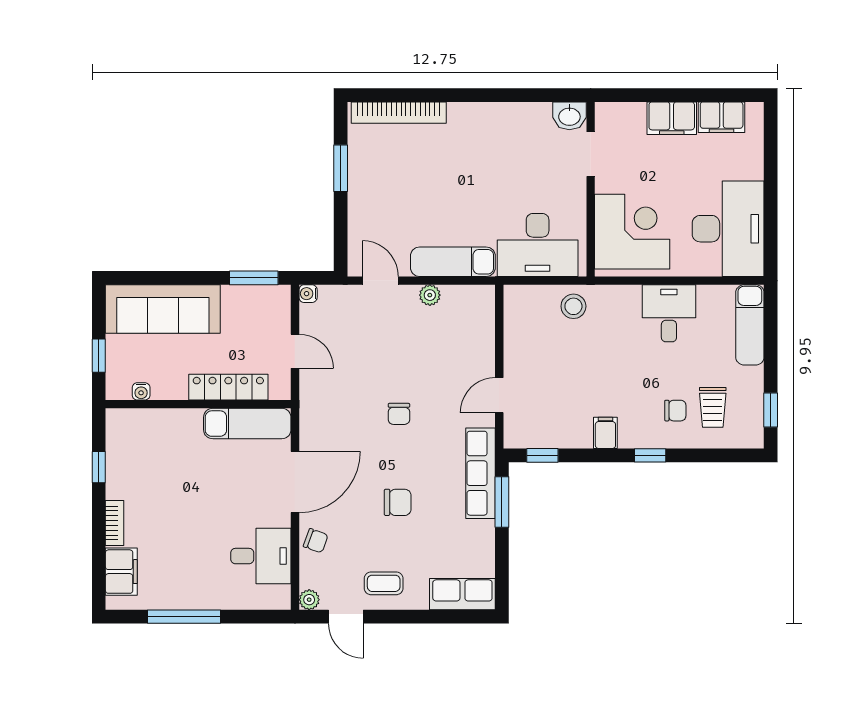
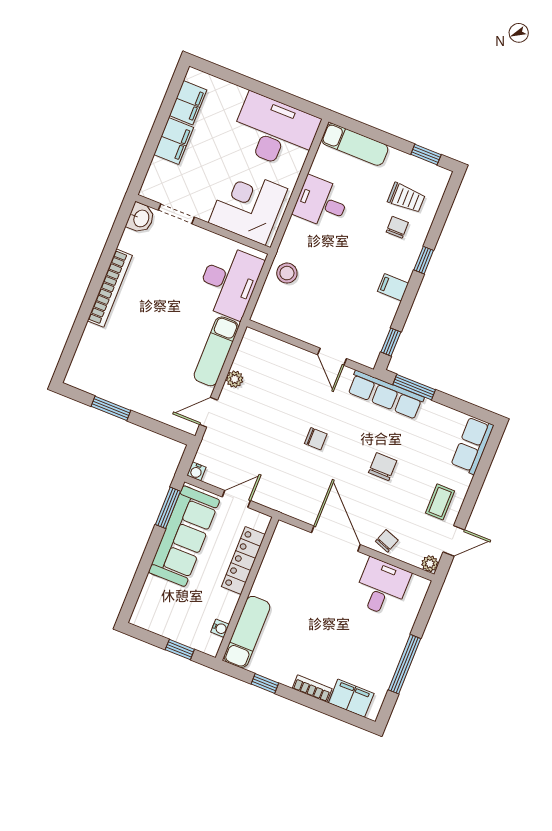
bookcase: (399, 113) -> (110, 288), moved
sofa: (163, 309) -> (184, 536), moved
exam couch: (247, 424) -> (247, 632), moved

